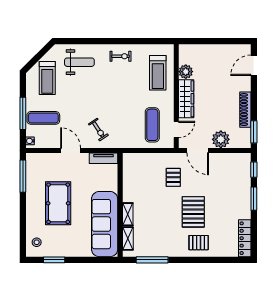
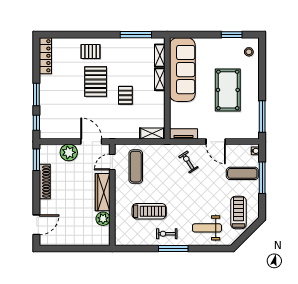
window: (114, 41) -> (173, 248), added
treadmill: (158, 73) -> (149, 211), moved, turned 90
shelving: (136, 159) -> (152, 134), added
pallet: (173, 177) -> (125, 95), moved

